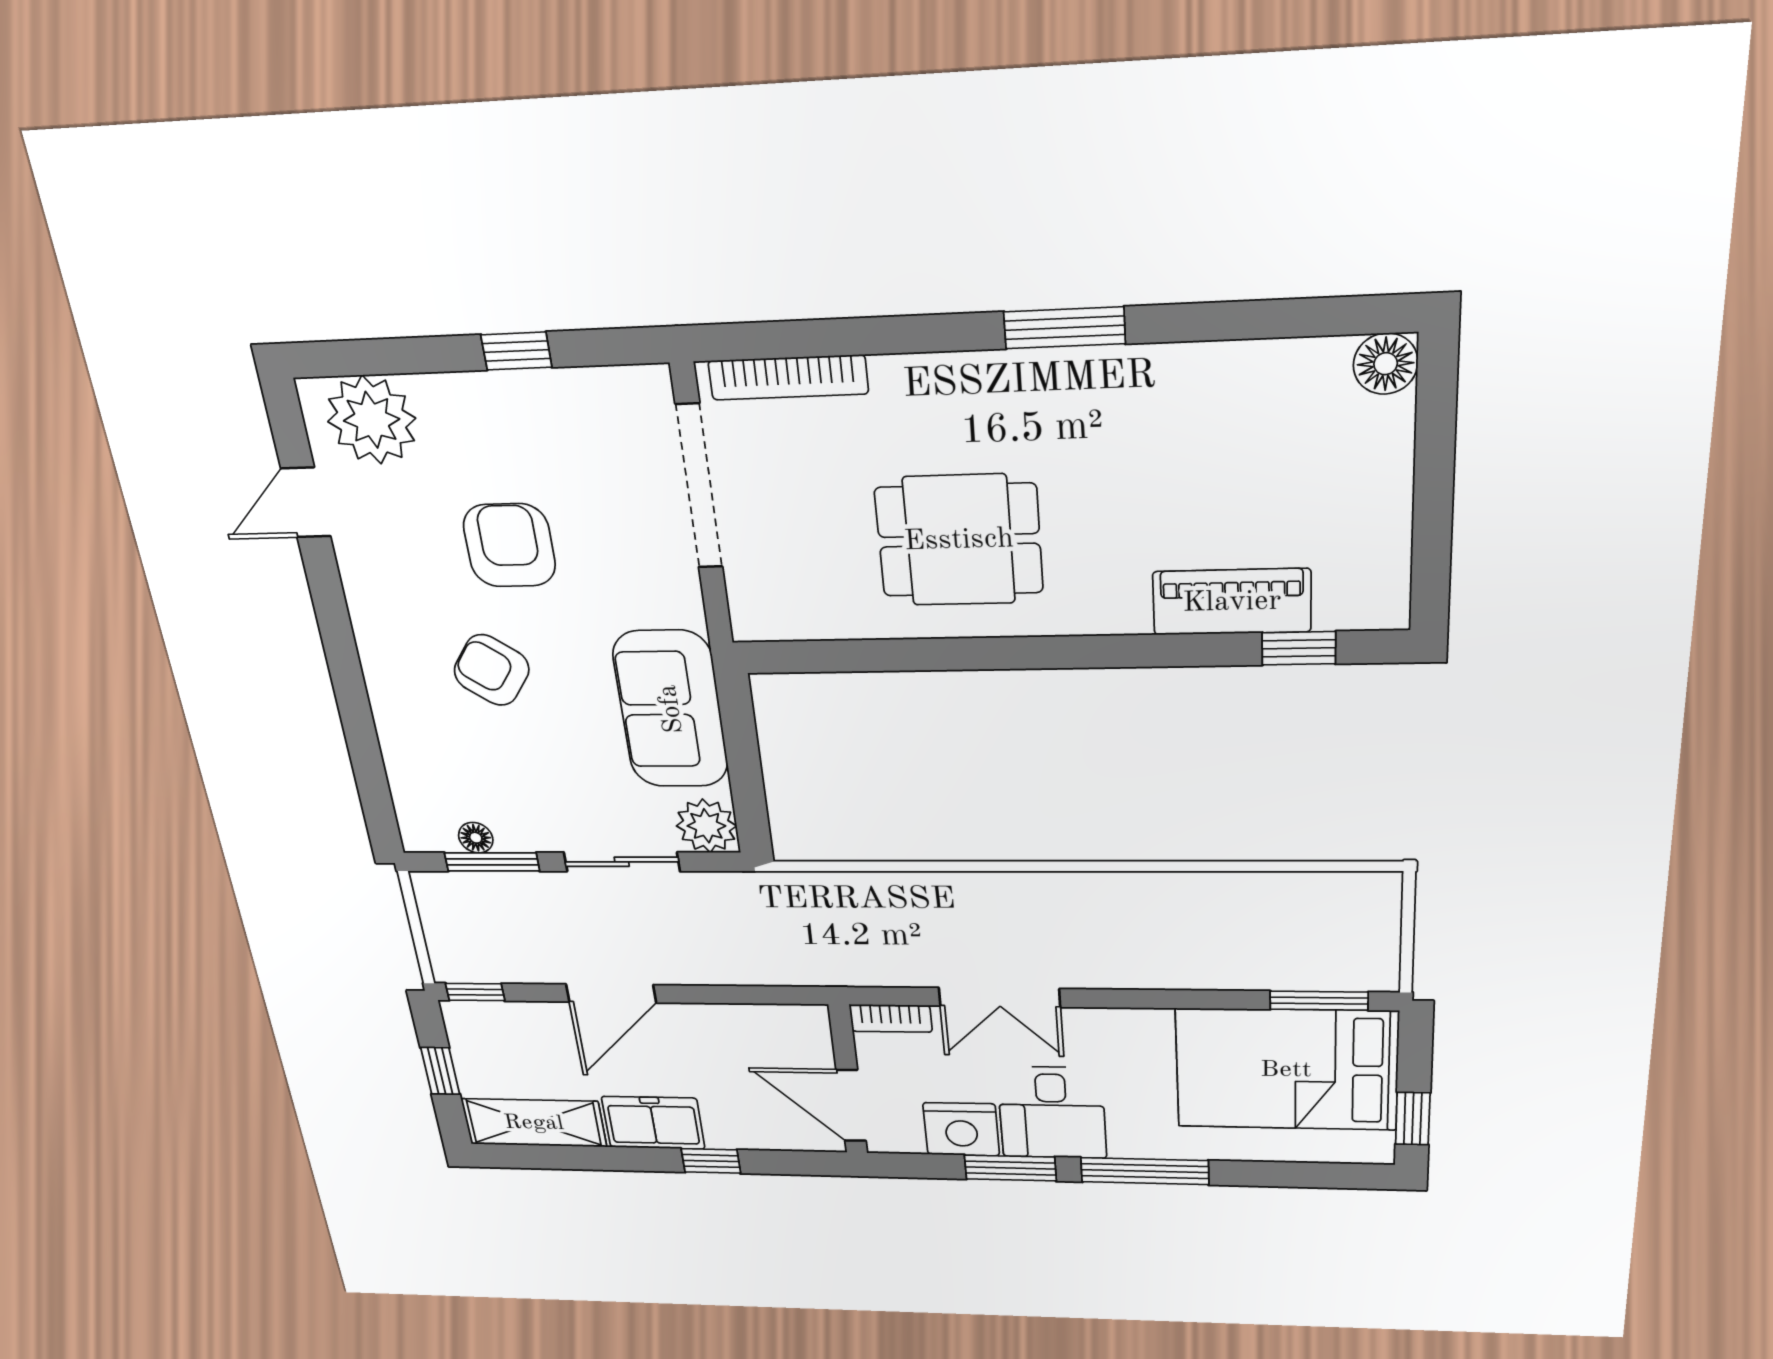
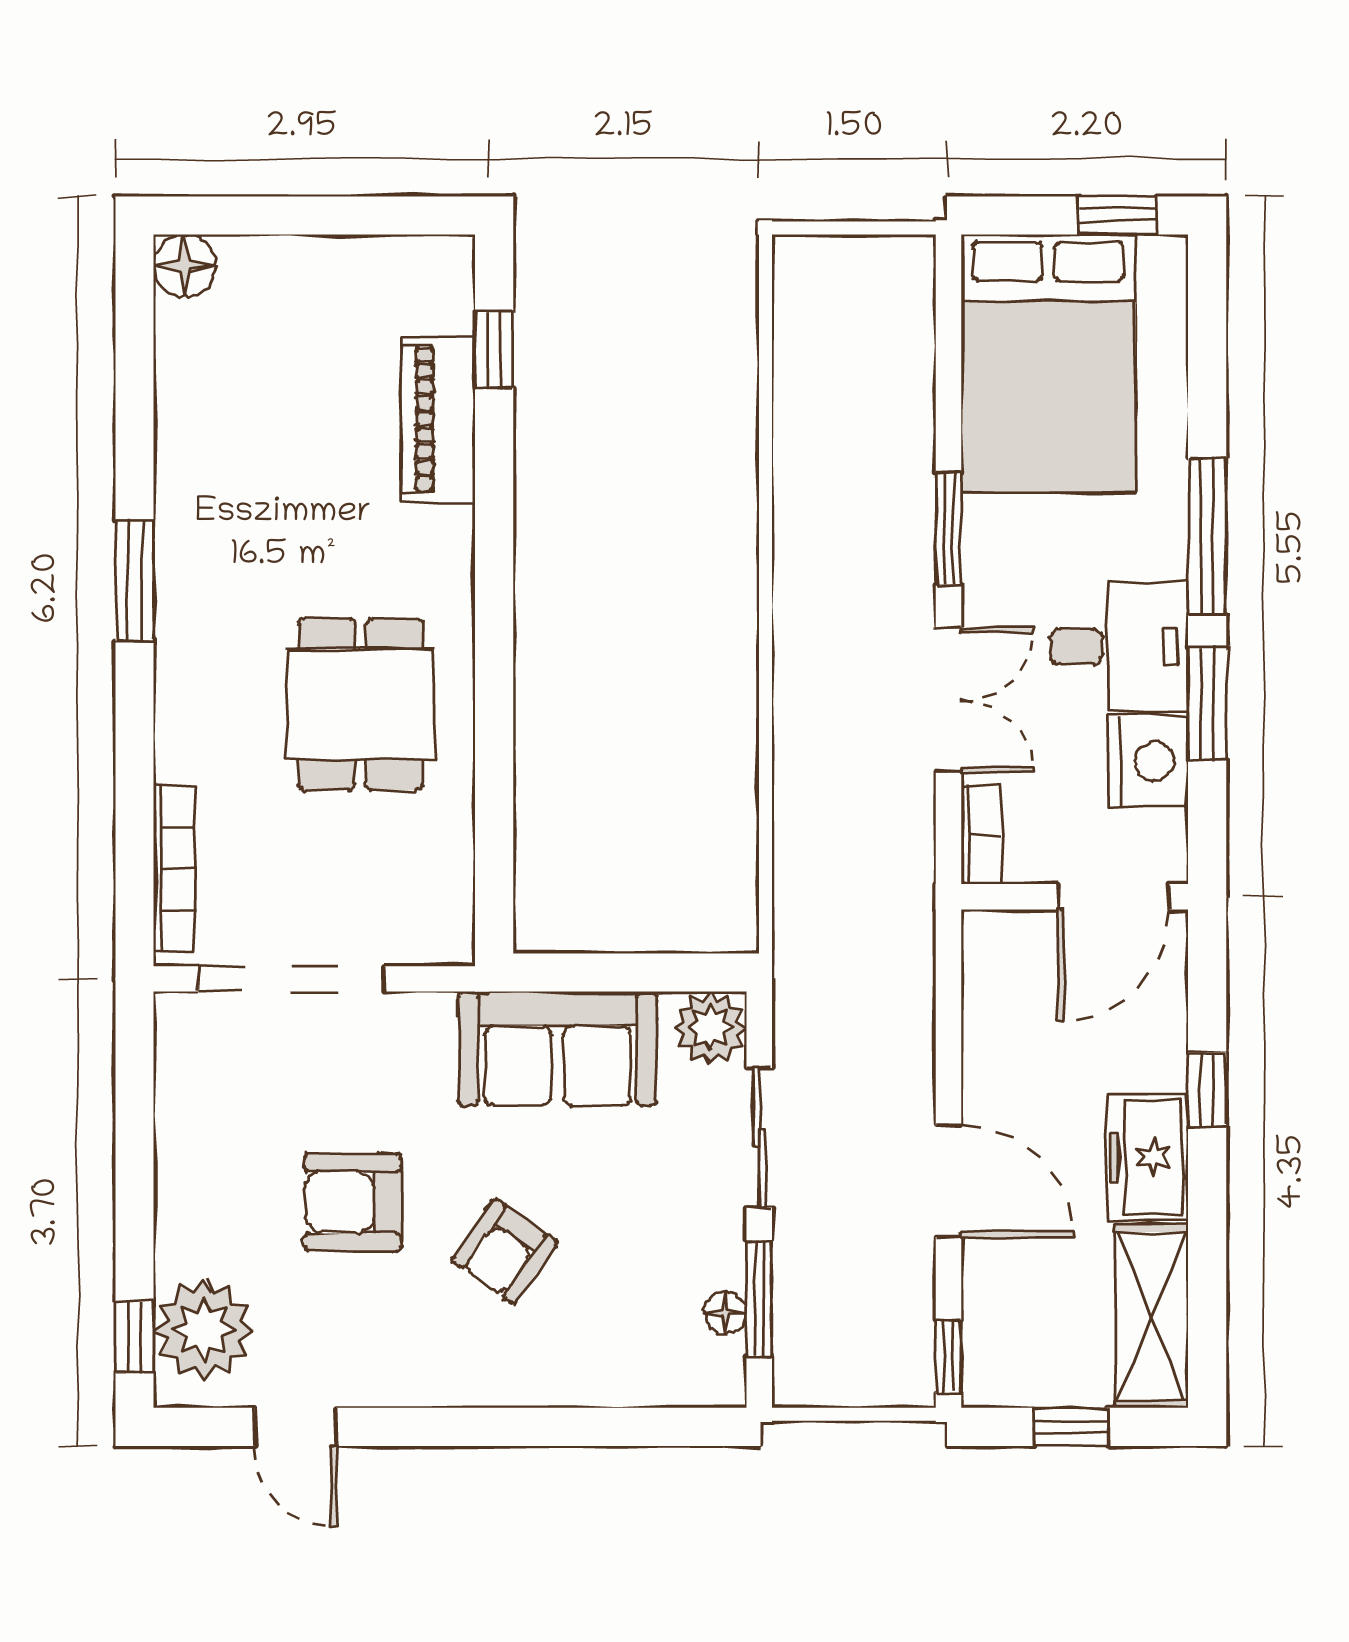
window: (516, 351) -> (135, 1337), moved
window: (1319, 1001) -> (948, 528), moved

